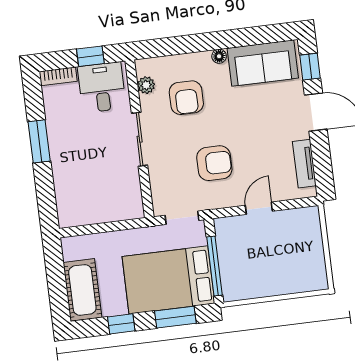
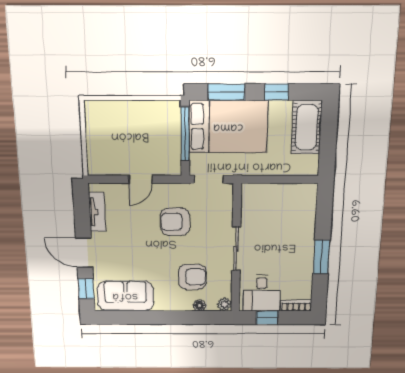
floor lamp: (219, 56) -> (199, 306), moved
plant: (146, 85) -> (224, 304), moved
armchair: (186, 98) -> (192, 277), turned 90

